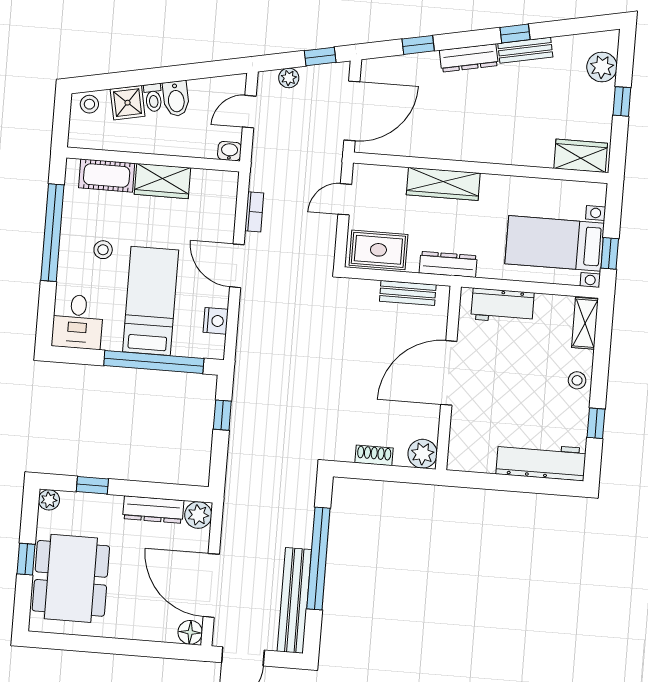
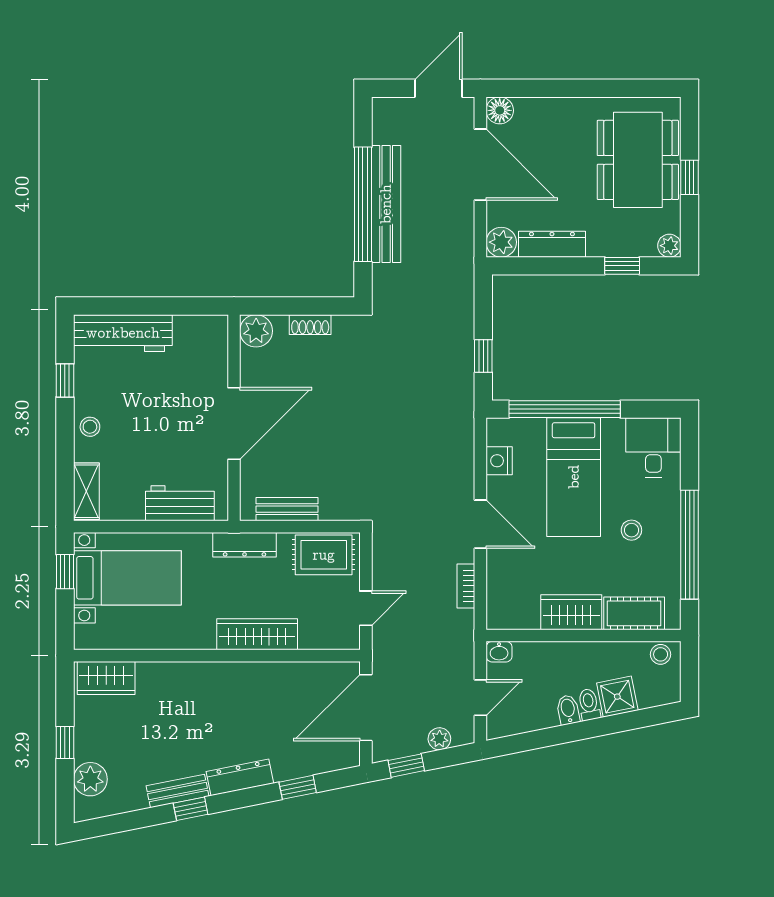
bidet: (176, 99) -> (568, 710), width x0.72, depth x0.74
stool: (89, 104) -> (661, 654), moved
bench: (294, 600) -> (386, 204), moved

